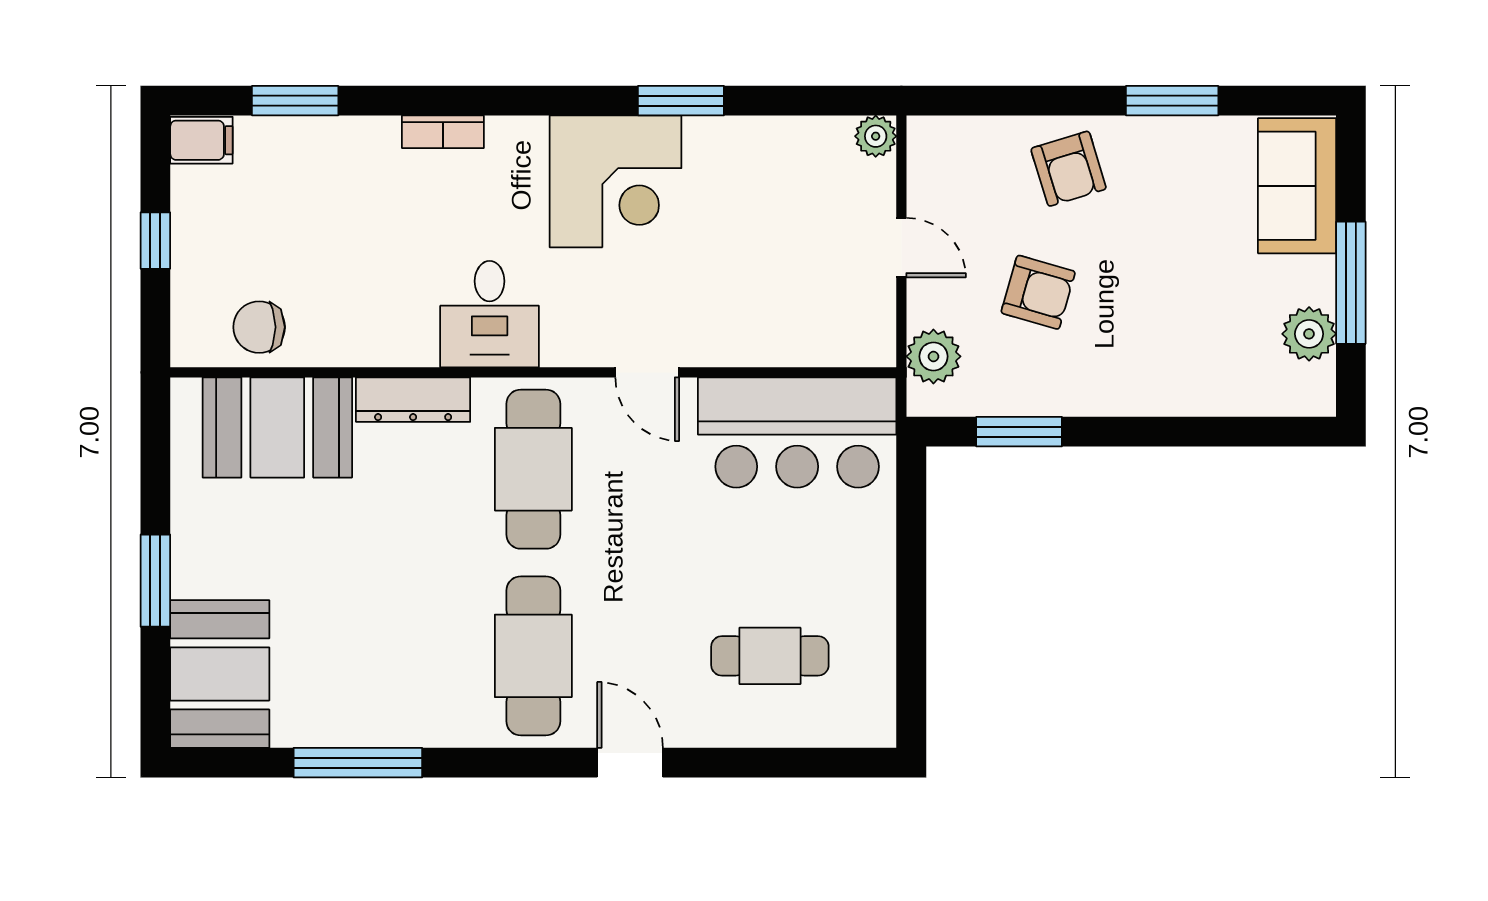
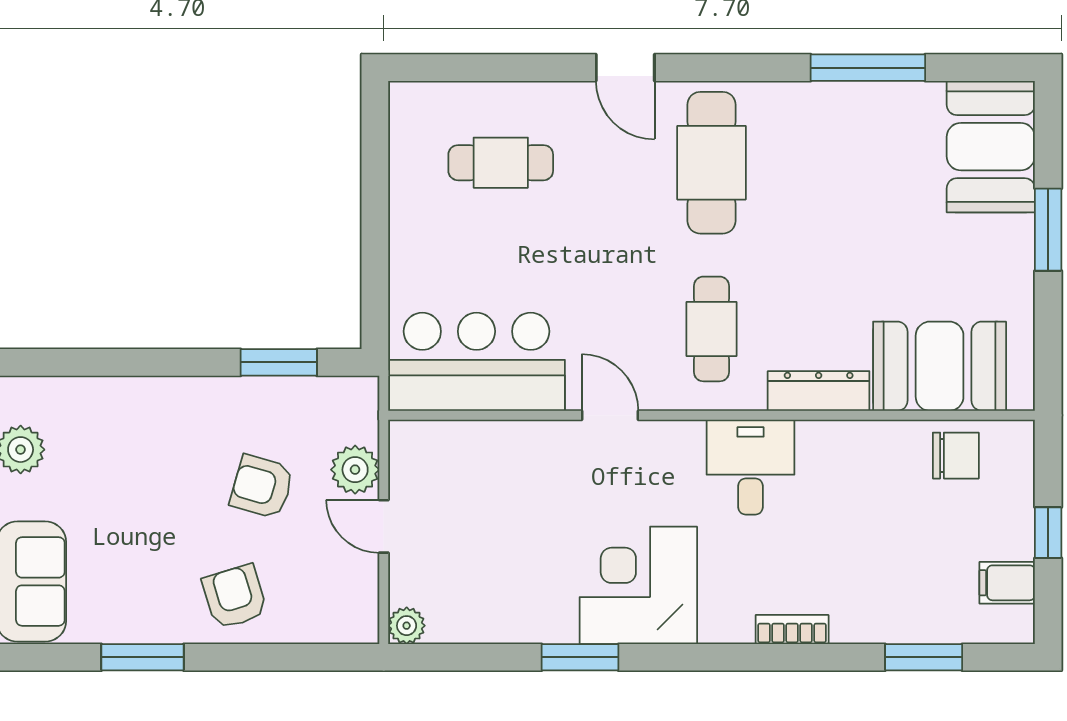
filing cabinet: (201, 140) -> (1007, 583), moved
plant: (933, 356) -> (355, 470), moved
cafe table: (533, 469) -> (711, 329), width x0.73, depth x0.74

